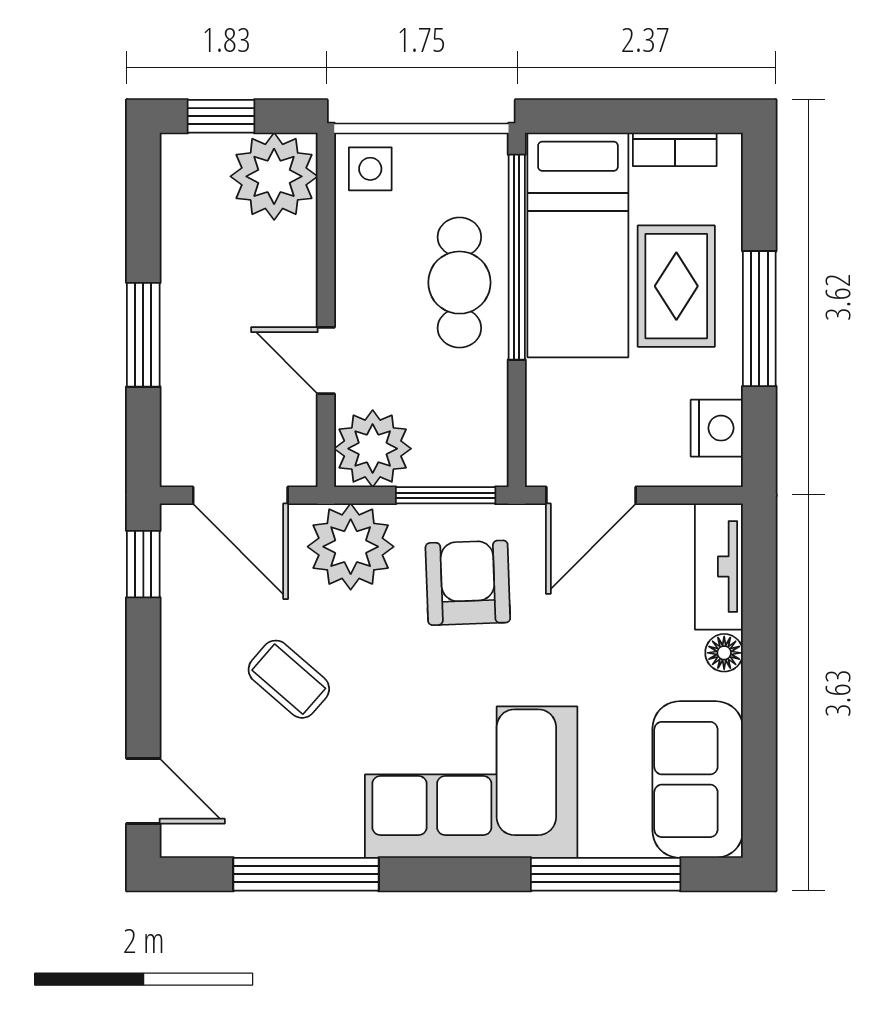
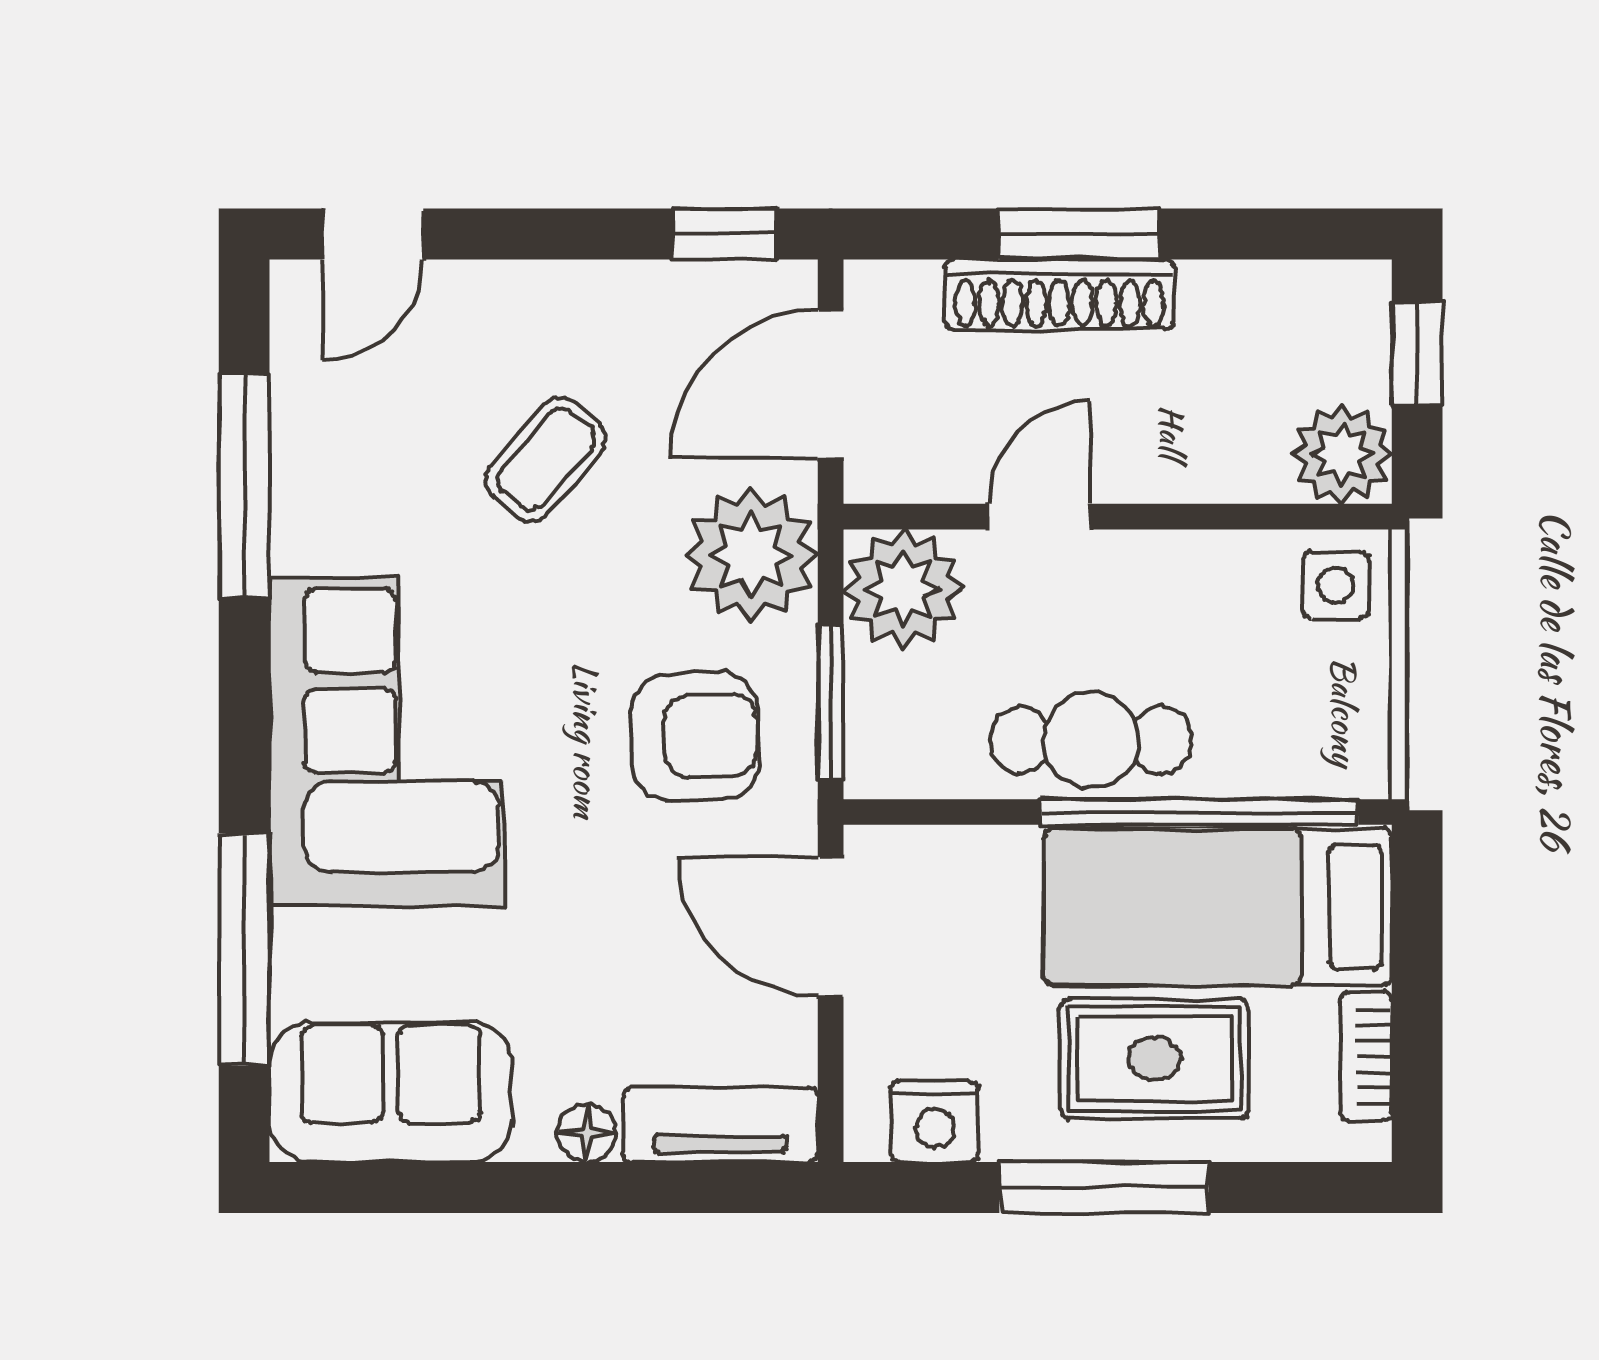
plant: (274, 176) -> (1342, 454), width x0.73, depth x0.73
cafe table: (459, 283) -> (1091, 740), moved
shoe rack: (182, 347) -> (1059, 295), added

